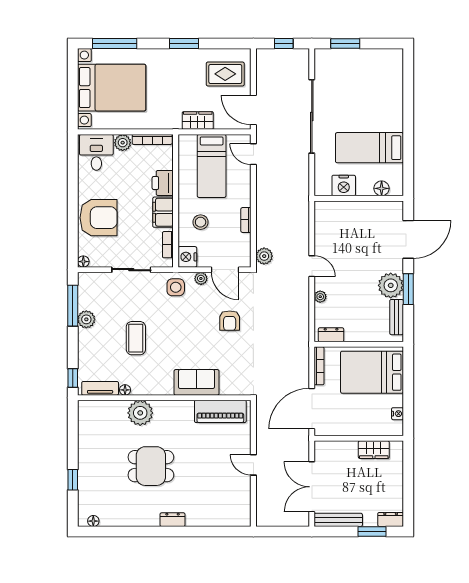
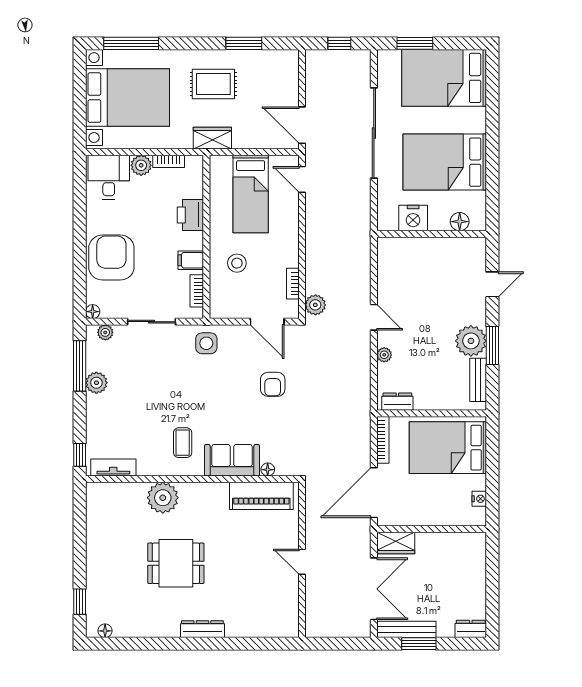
window: (184, 44) -> (244, 43), moved
bed: (369, 72) -> (444, 78), added
rug: (225, 74) -> (213, 84), moved
wardrobe: (198, 121) -> (212, 138), moved
bookcase: (152, 139) -> (169, 161), width x0.64
bed: (369, 148) -> (445, 162), width x1.50
filing cabinet: (163, 212) -> (191, 260), width x0.50
armchair: (99, 218) -> (111, 258), turned -90
bookcase: (246, 220) -> (293, 284), moved
door: (408, 239) -> (492, 284), width x0.53
nightstand: (187, 257) -> (221, 306), removed
plant: (201, 278) -> (105, 332), moved
coffee table: (136, 338) -> (183, 443), moved, width x0.73, depth x0.77
floor lamp: (125, 390) -> (268, 470), moved
wardrobe: (374, 450) -> (396, 543), moved
window: (73, 480) -> (80, 602), moved
double door: (312, 487) -> (374, 589), swing flipped
dresser: (173, 520) -> (202, 629), width x1.44
window: (372, 531) -> (419, 644), moved

